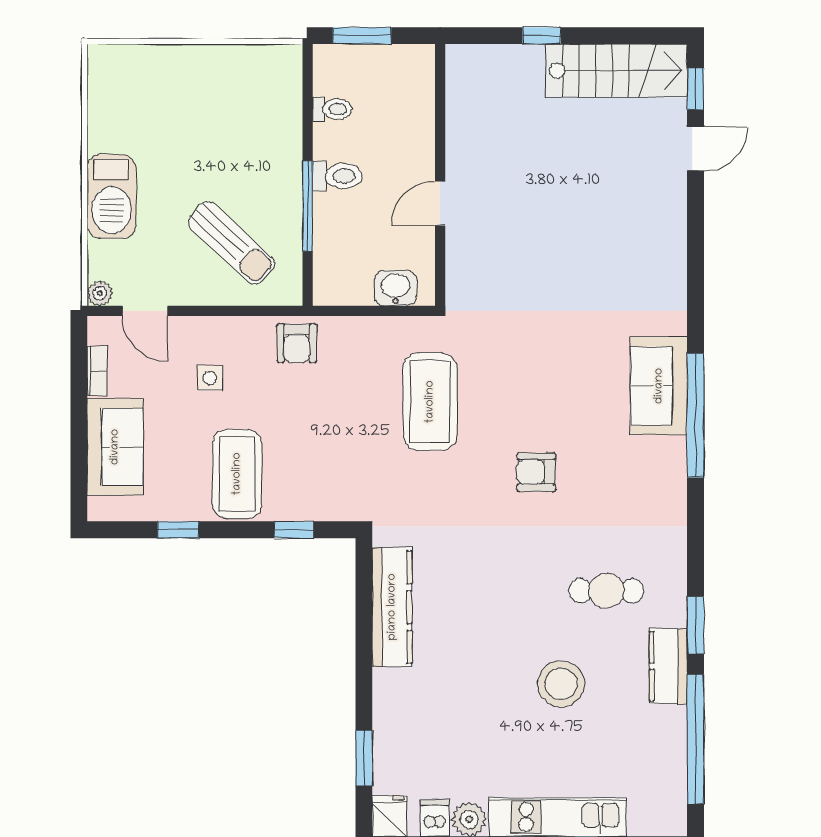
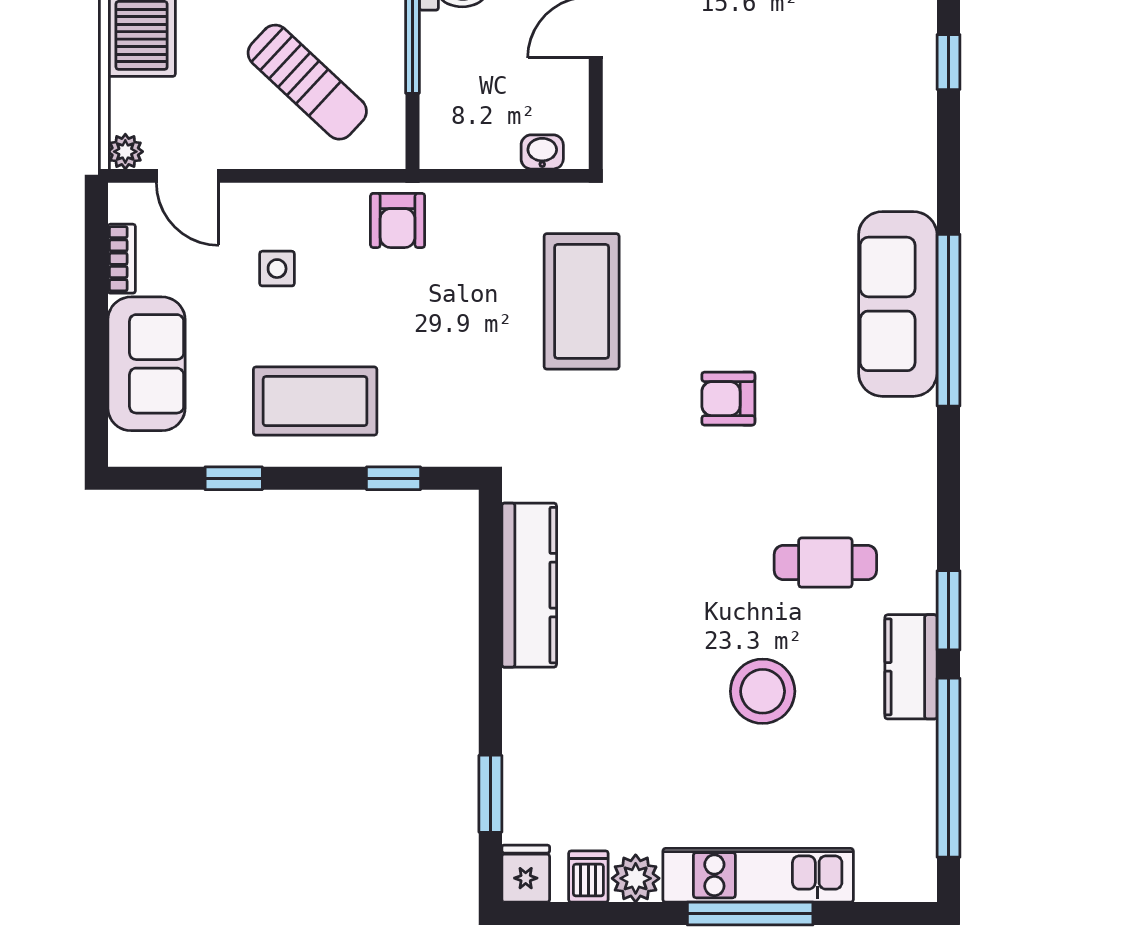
window: (696, 229) -> (949, 62), added
washbasin: (396, 288) -> (542, 152), width x0.72, depth x0.69
sofa: (659, 386) -> (898, 304), width x1.36
coffee table: (237, 474) -> (315, 401), turned 90

